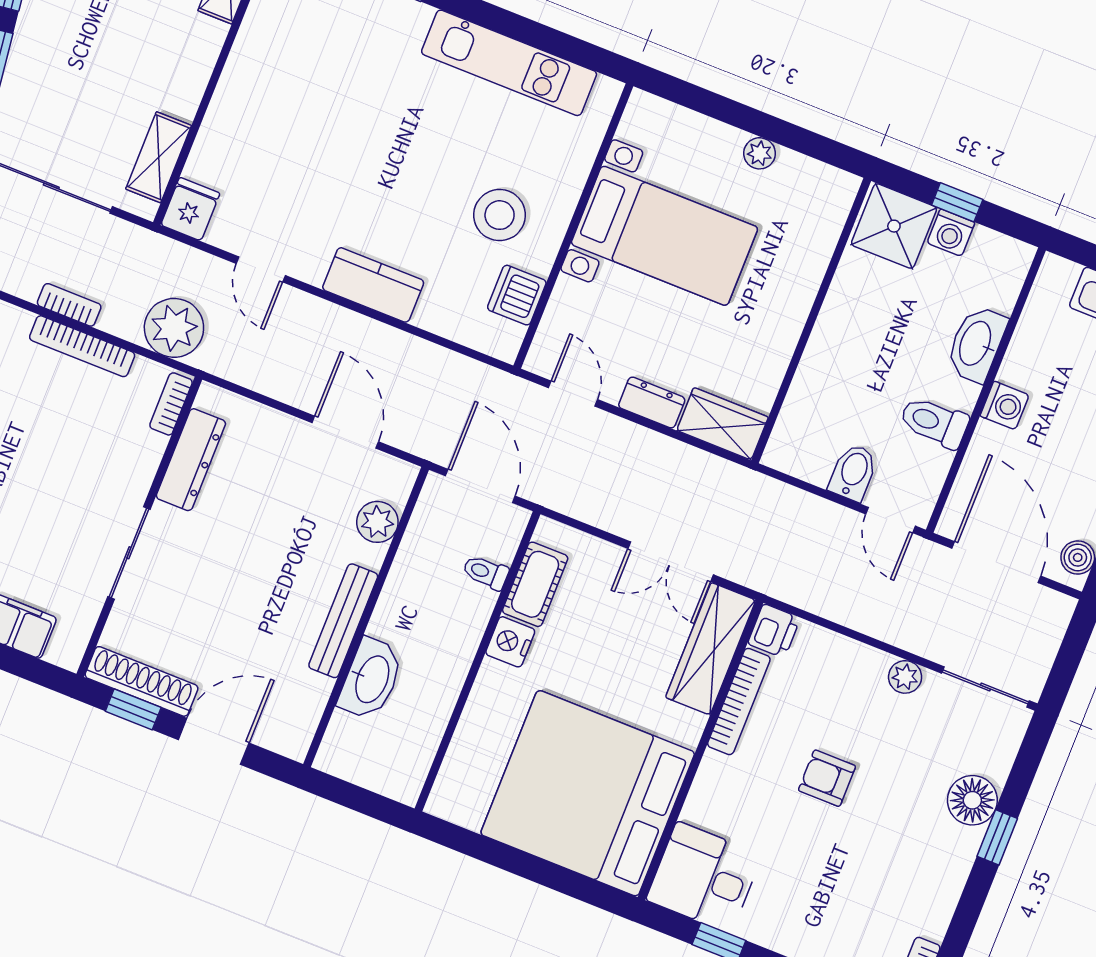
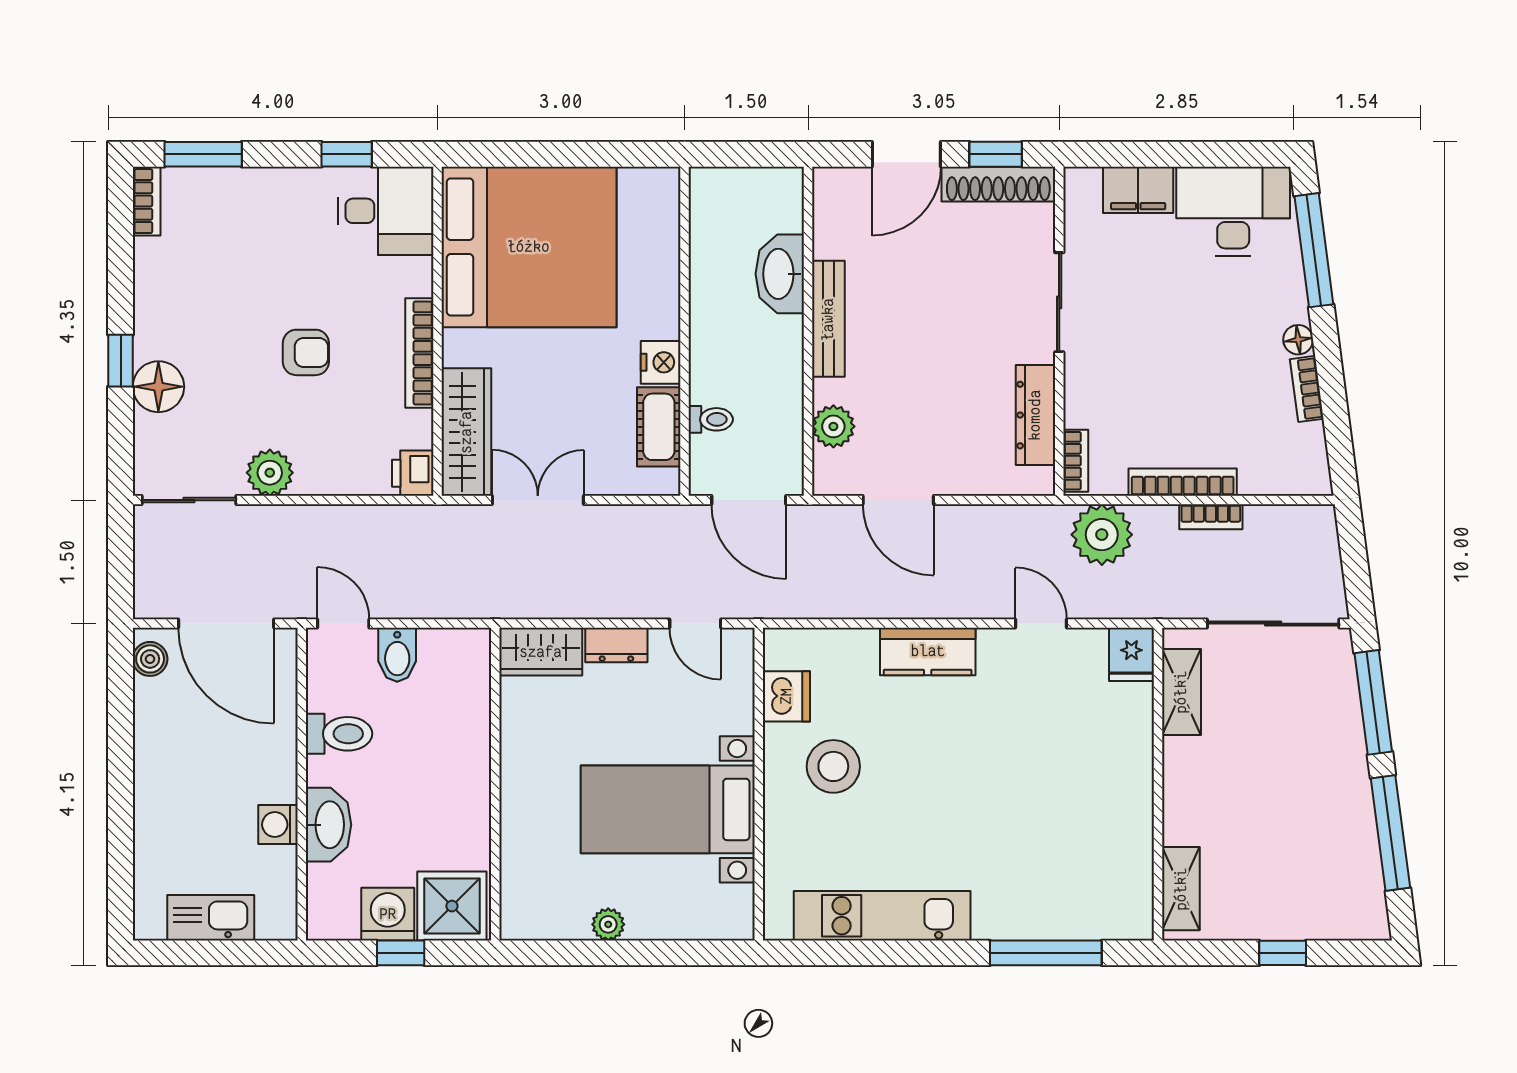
washing machine: (951, 233) -> (388, 914), width x1.38, depth x1.38
washing machine: (1005, 405) -> (278, 825), moved
plant: (905, 677) -> (270, 473), width x1.38, depth x1.38
bookcase: (739, 701) -> (419, 353), moved

